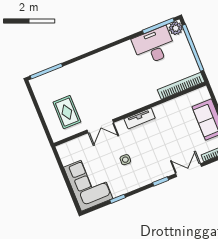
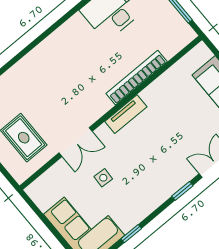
bookcase: (181, 86) -> (137, 78), moved
side table: (125, 160) -> (103, 178), moved

